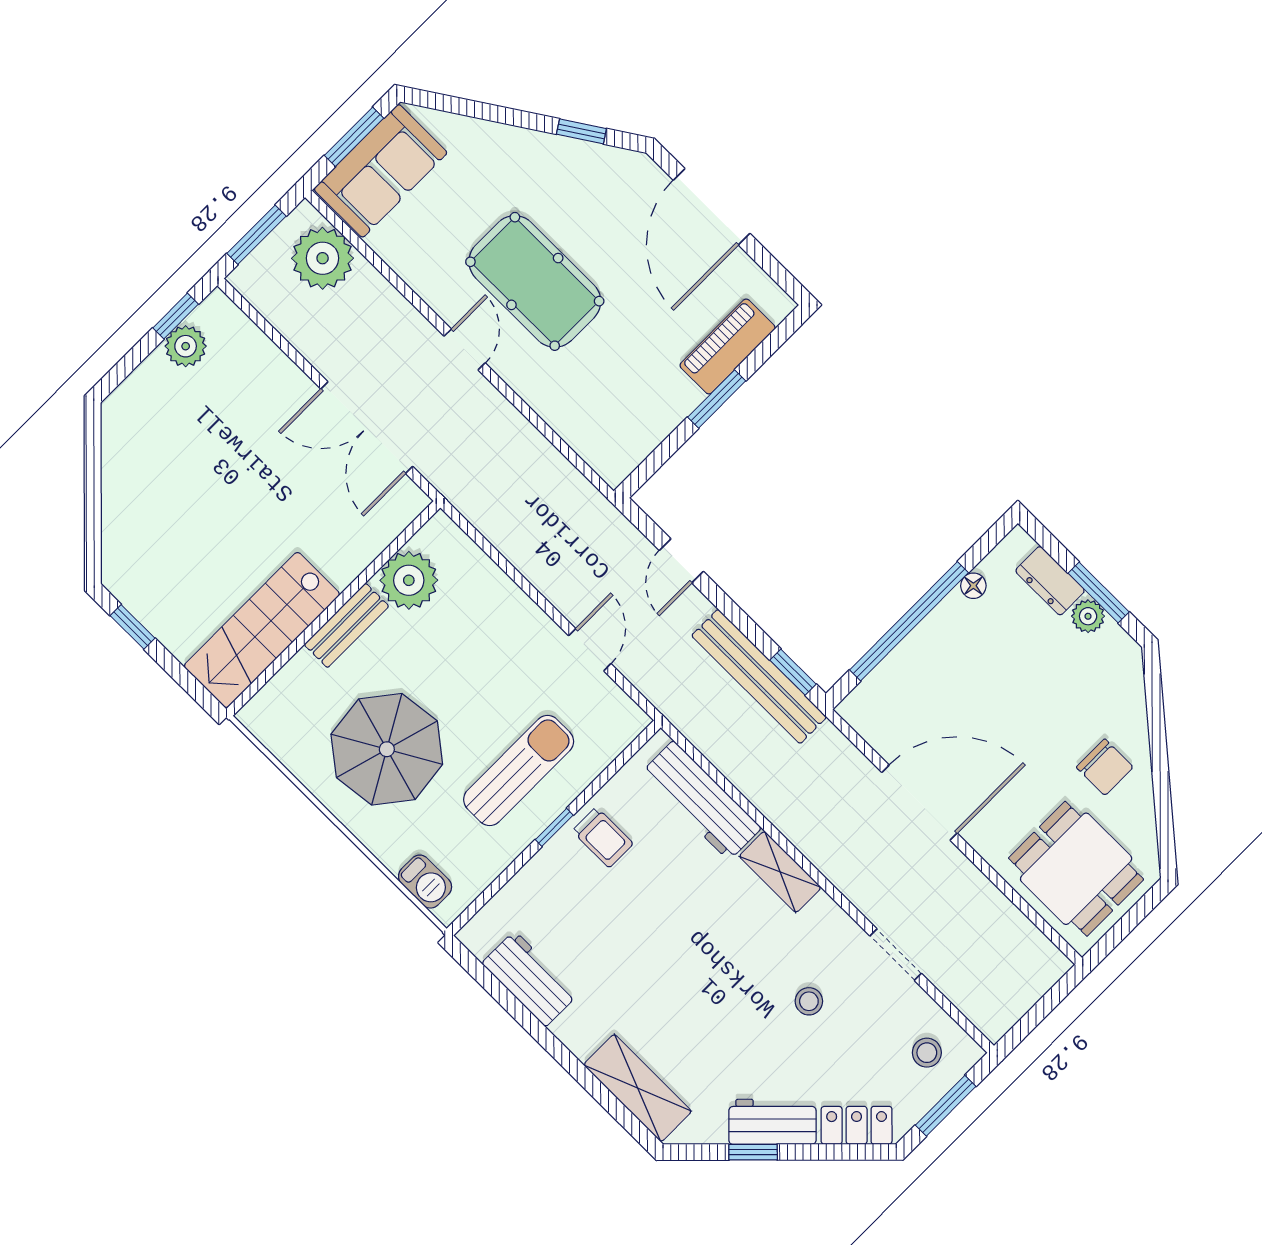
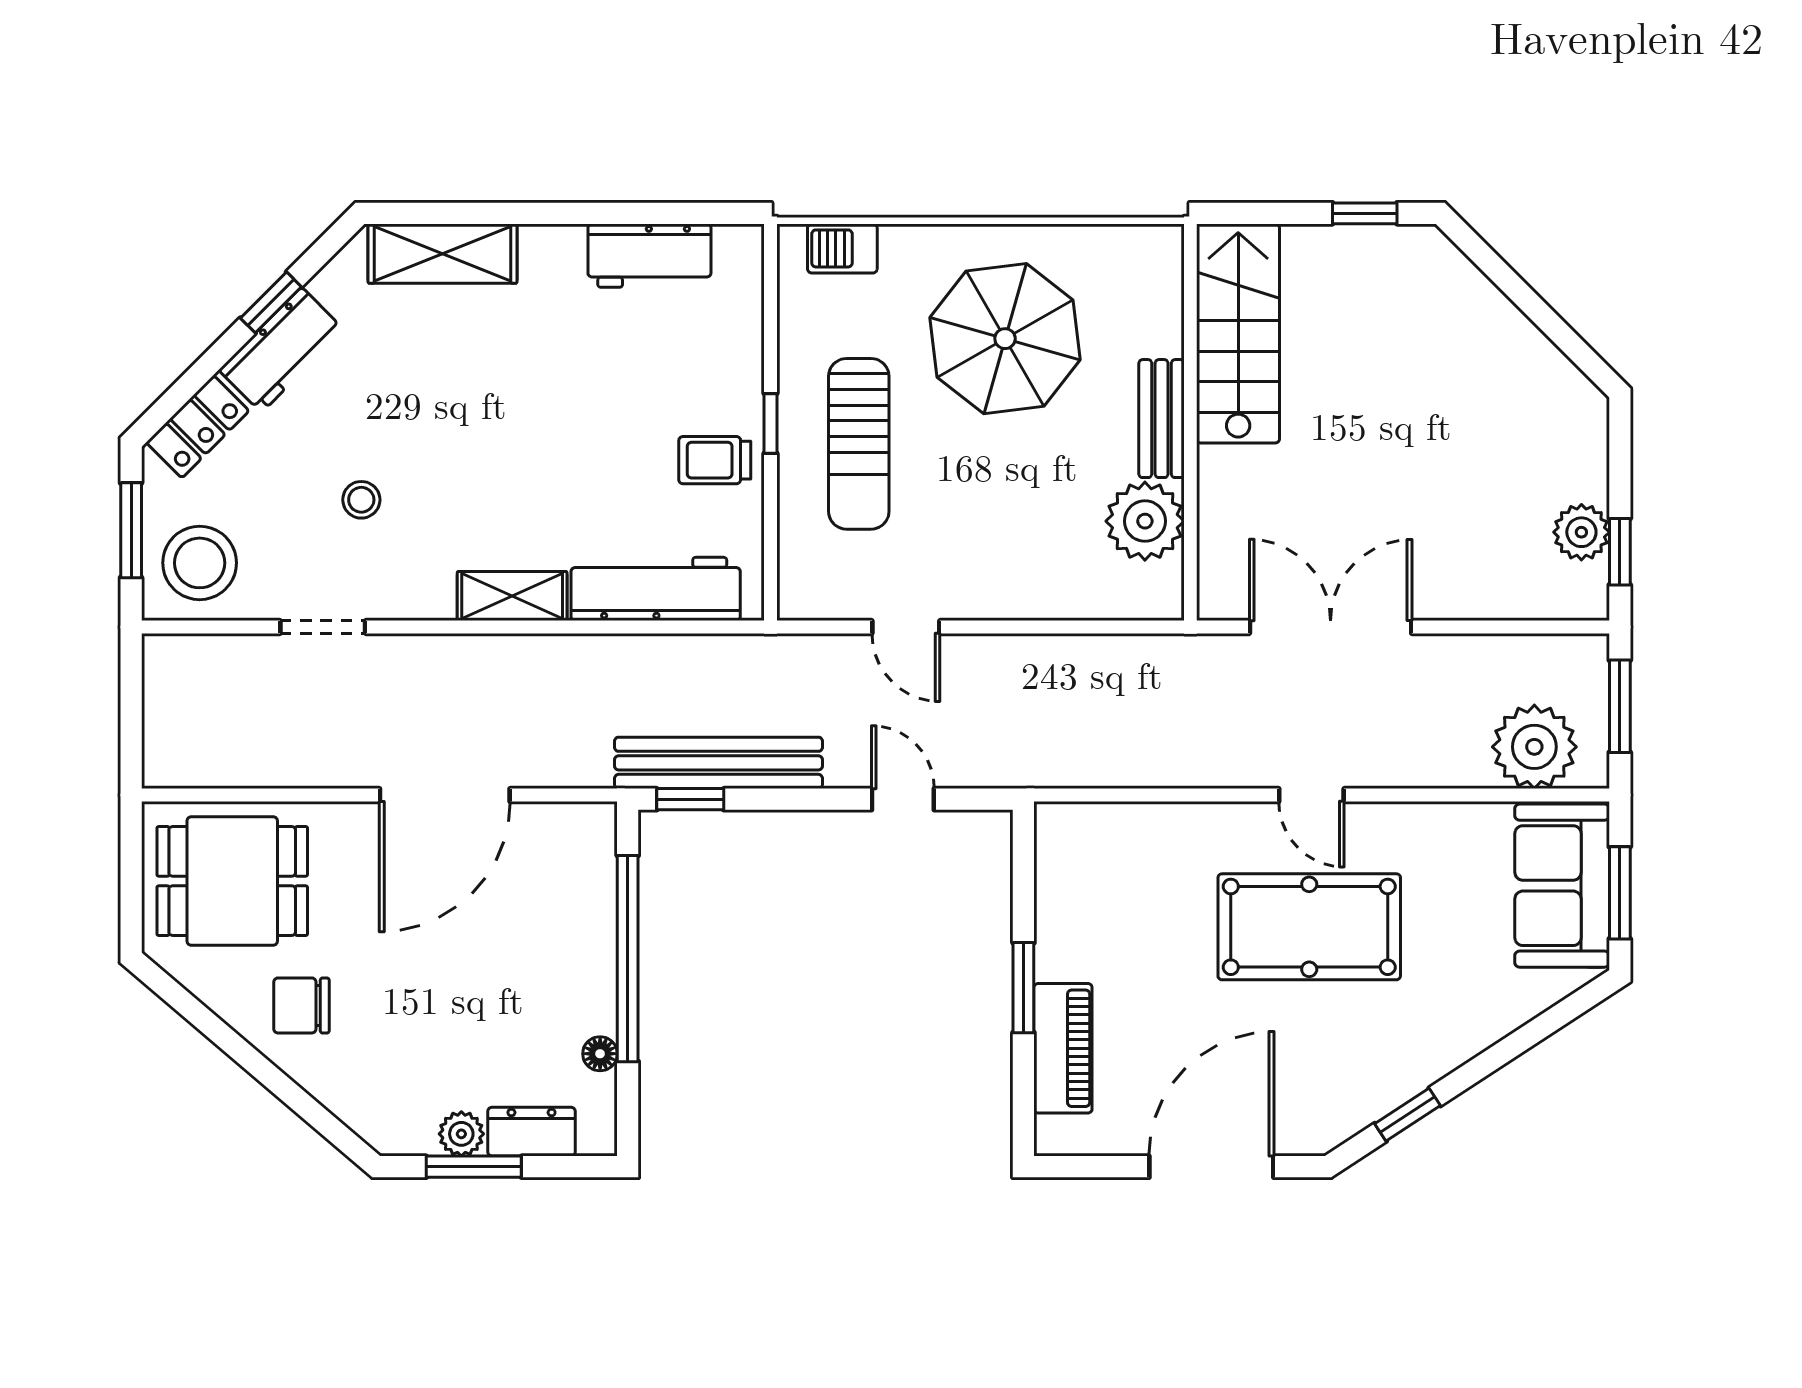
door: (712, 207) -> (1211, 1167), hinge flipped
stool: (927, 1053) -> (200, 563), width x1.89, depth x1.89

